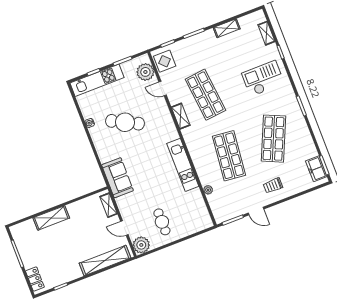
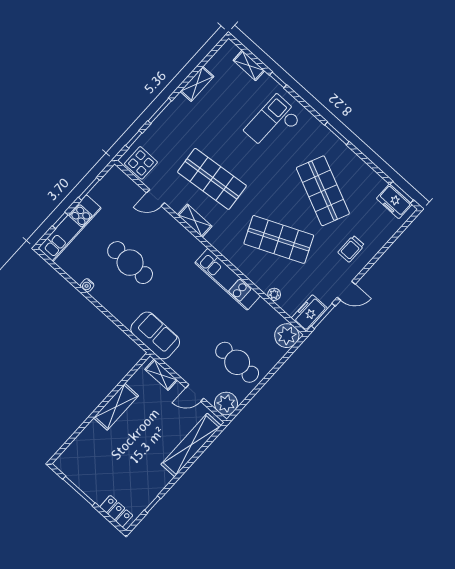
plant: (145, 72) -> (287, 336), moved
cafe table: (125, 122) -> (130, 263), turned 63
shop shelf: (229, 156) -> (279, 239), turned -30
freezer: (225, 214) -> (309, 313), added
shelving: (51, 218) -> (116, 407), moved
cafe table: (162, 222) -> (237, 362), width x1.37, depth x1.35

